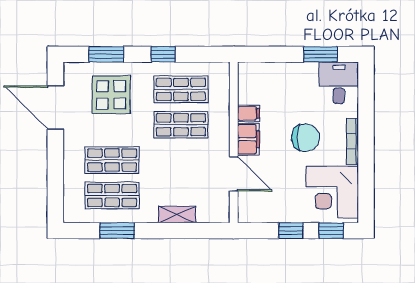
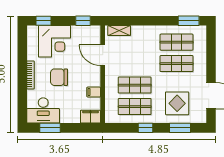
desk: (339, 83) -> (43, 110), width x1.37
filing cabinet: (248, 139) -> (90, 117), moved, turned 90
corner desk: (332, 192) -> (54, 41), moved, turned 90
shelving: (177, 215) -> (119, 30), moved
window: (117, 231) -> (189, 21), moved
window: (291, 231) -> (83, 21), moved

